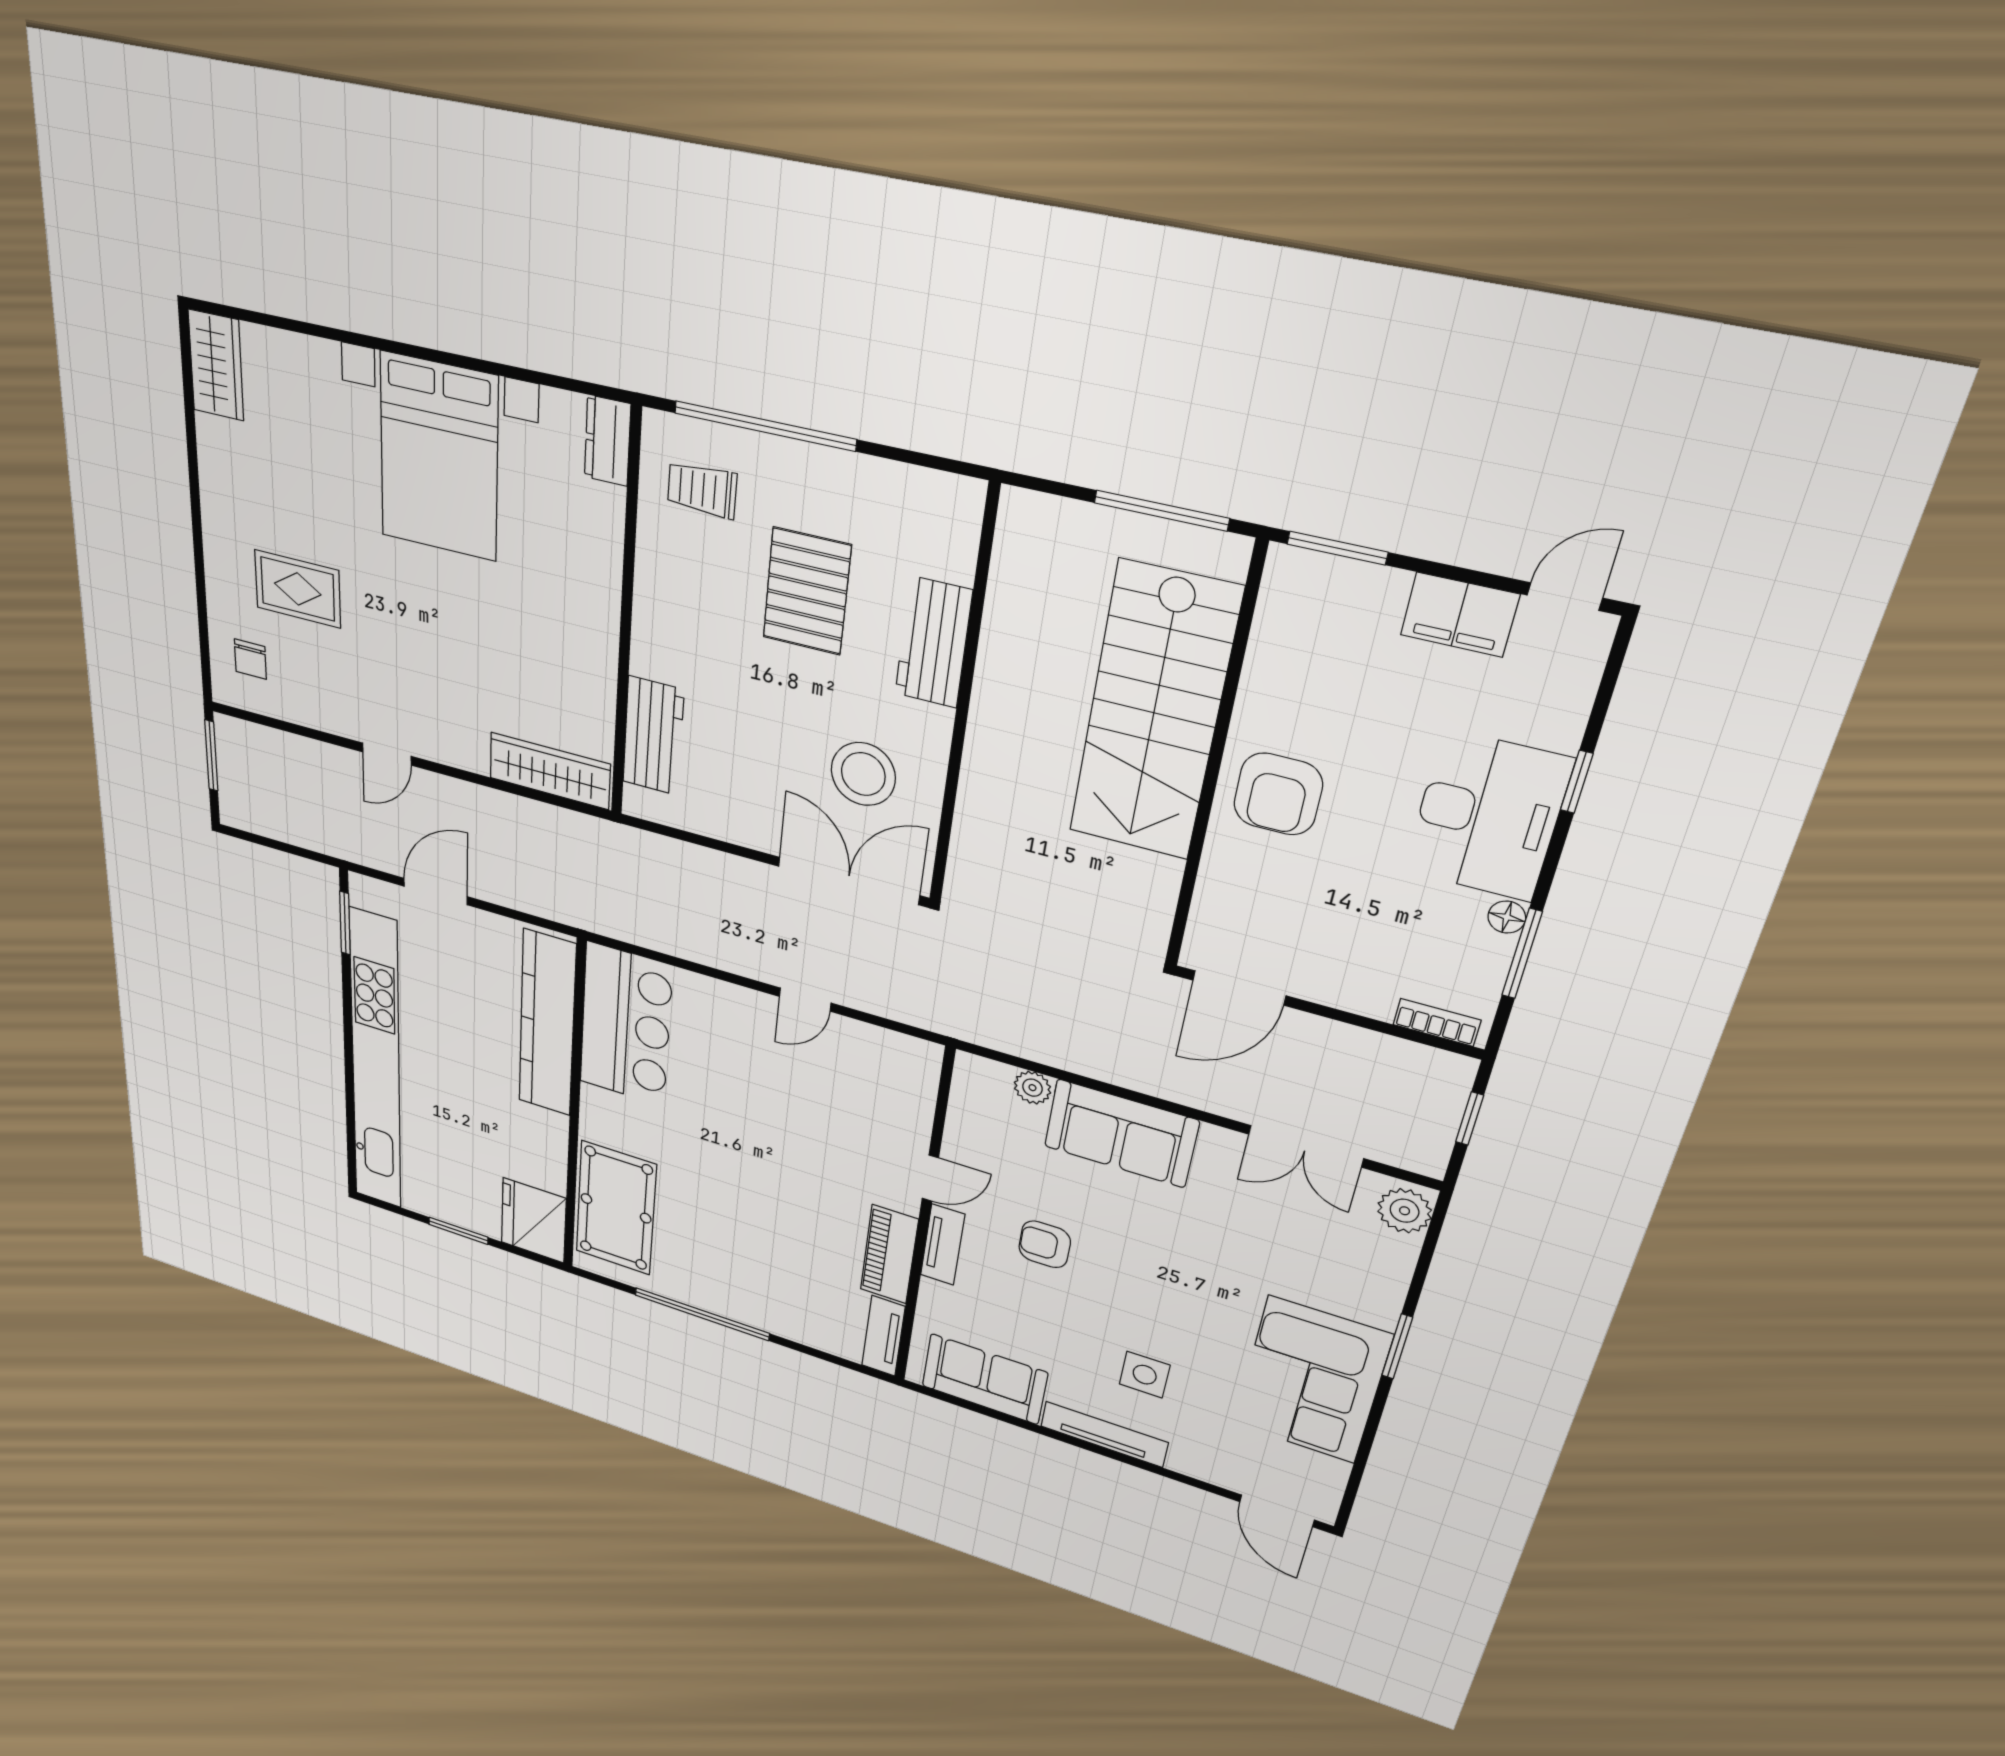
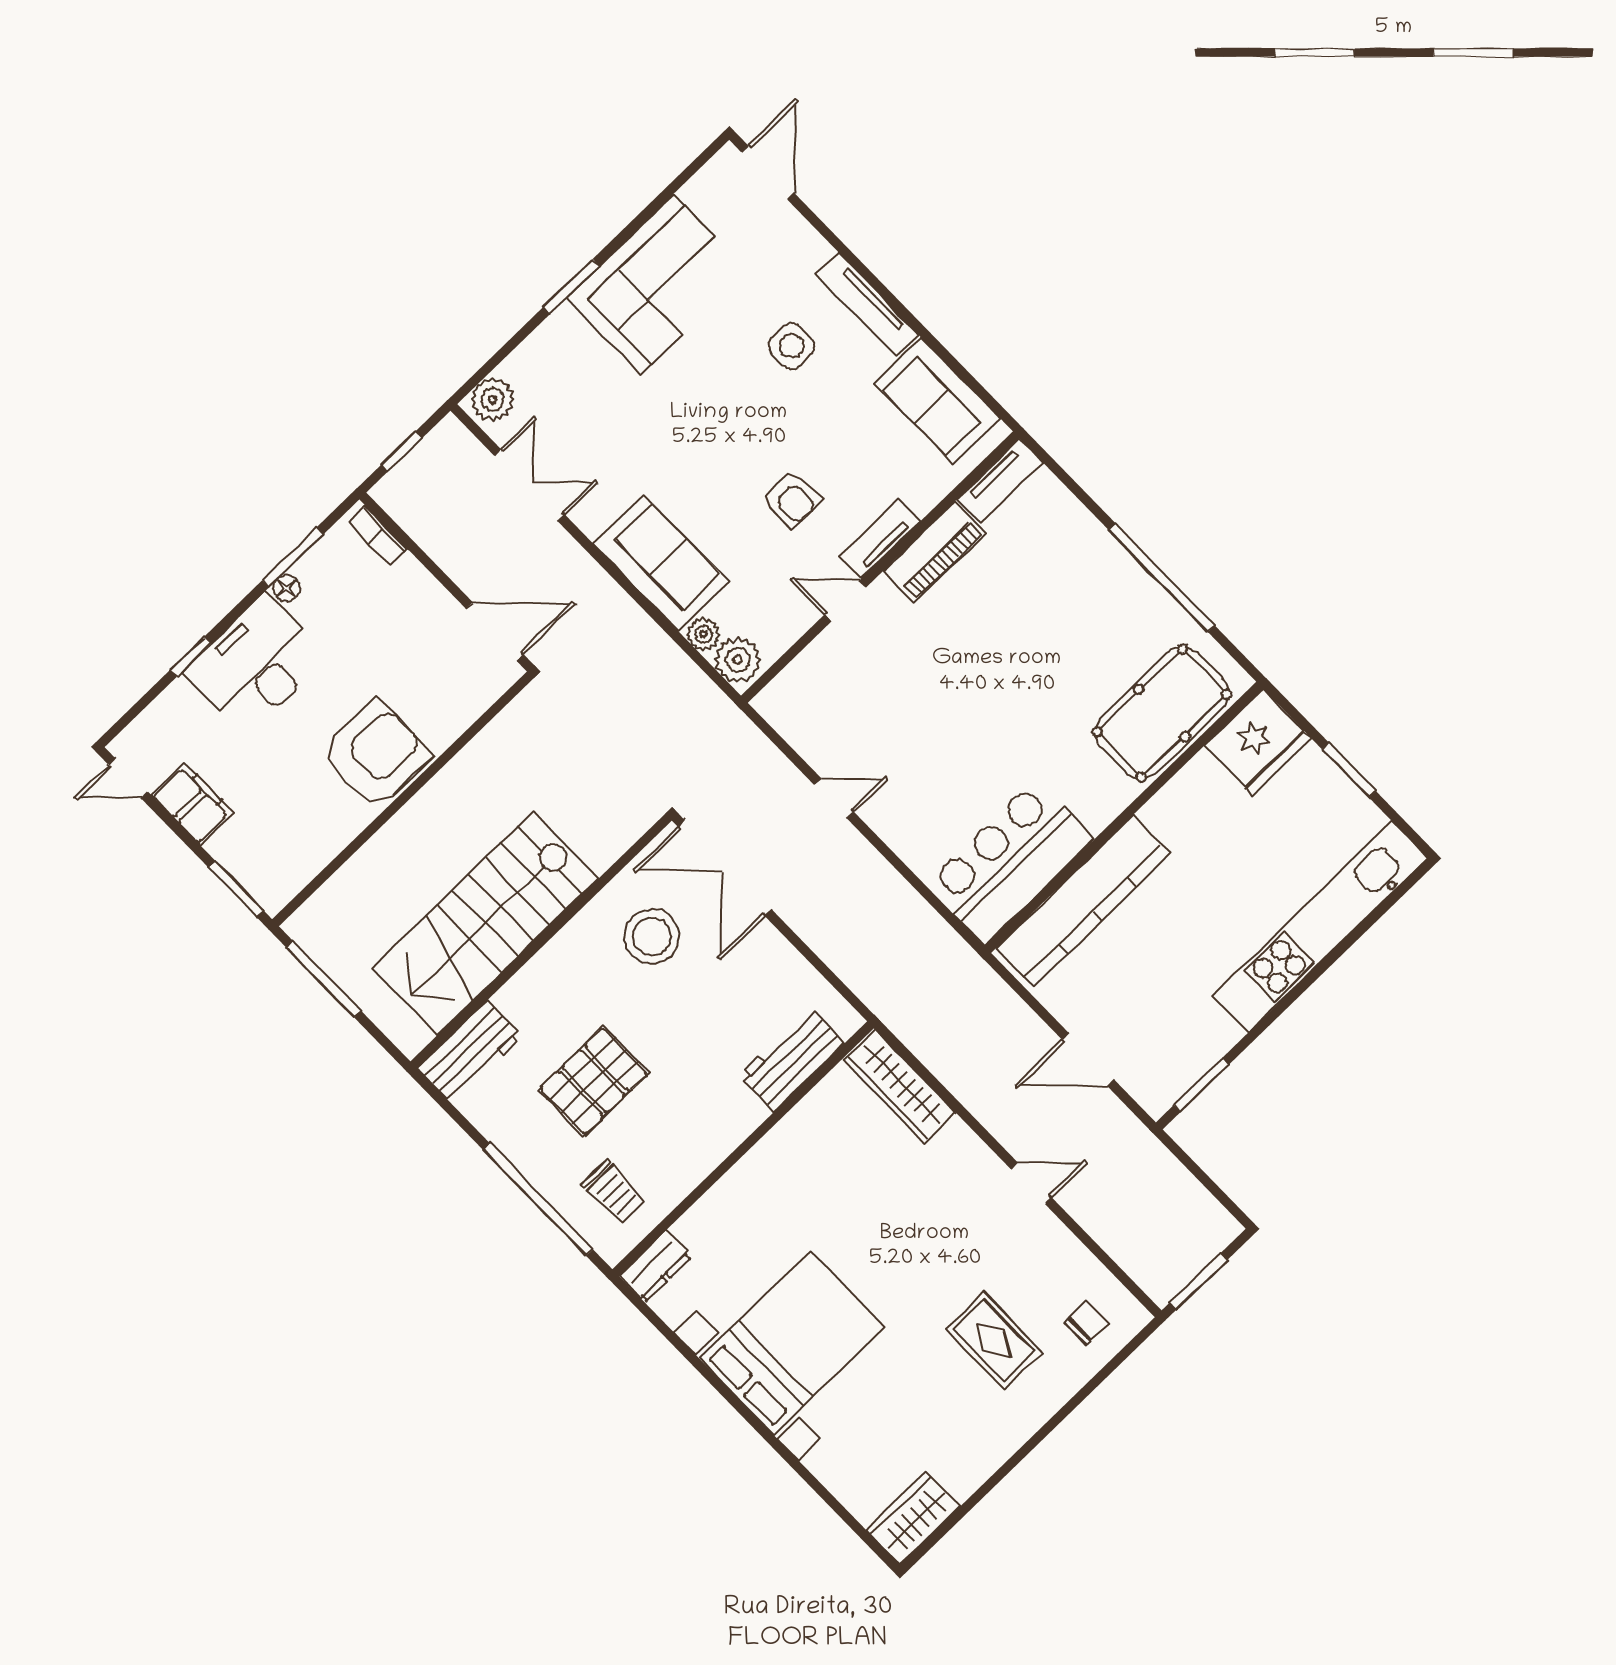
workbench: (933, 642) -> (470, 1052), moved
stairs: (1154, 713) -> (485, 923), moved, turned 180
armchair: (1278, 794) -> (376, 754), width x1.36, depth x1.36
kitchen unit: (376, 1063) -> (1320, 927), width x0.73
plant: (984, 1080) -> (738, 660), added

